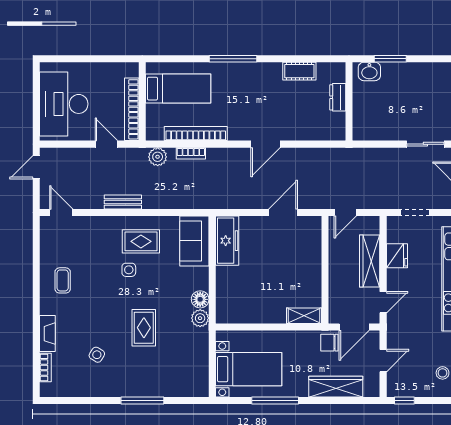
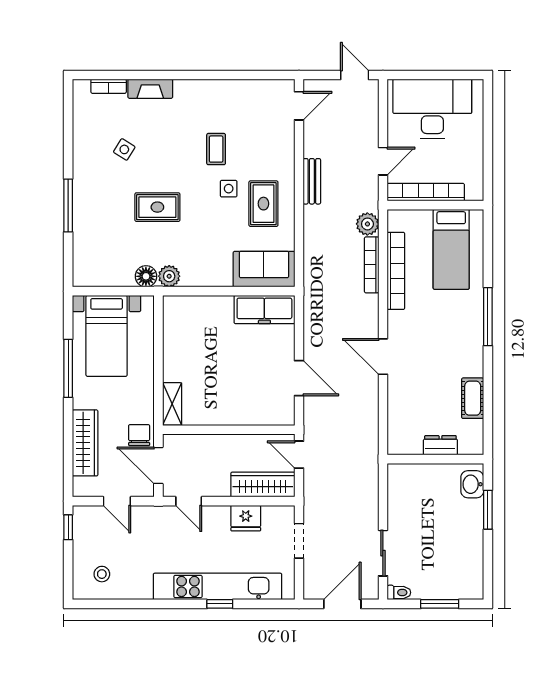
bookcase: (191, 153) -> (372, 265), width x1.56
wardrobe: (370, 261) -> (263, 485), moved
coffee table: (63, 280) -> (216, 149), moved, turned 90
floor lamp: (200, 299) -> (146, 276), moved

